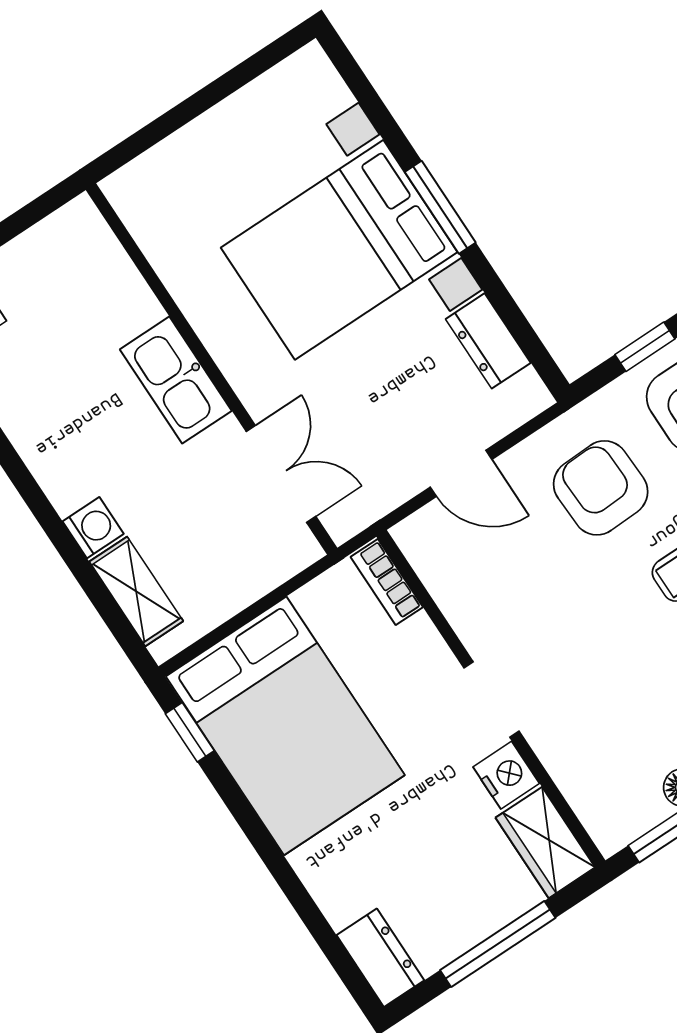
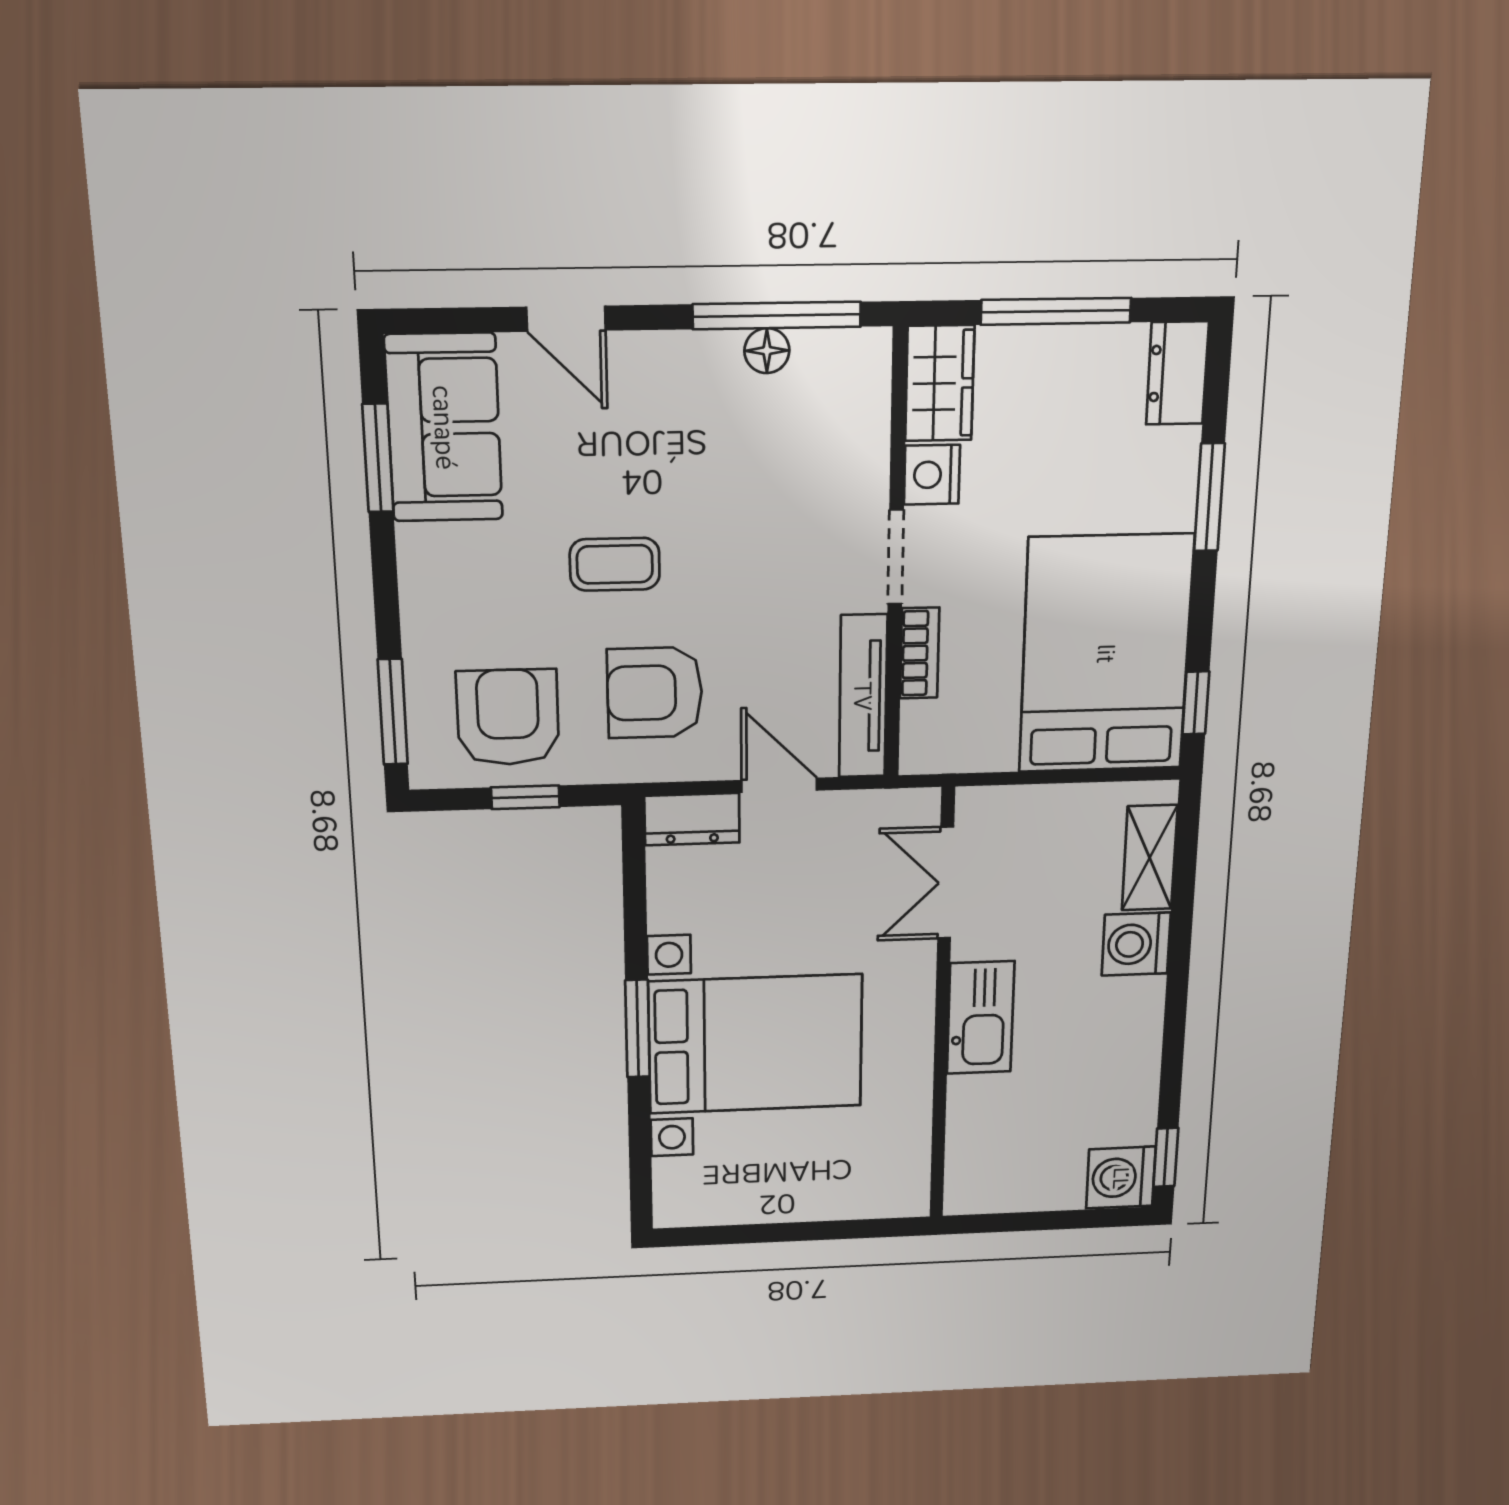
dresser: (488, 341) -> (692, 819), moved, turned 90
armchair: (601, 488) -> (655, 693), turned 92
washing machine: (93, 528) -> (1136, 944), width x1.38, depth x1.38
tv unit: (445, 581) -> (863, 696), added
bookcase: (387, 582) -> (920, 653), moved
window: (292, 887) -> (1209, 497), added

